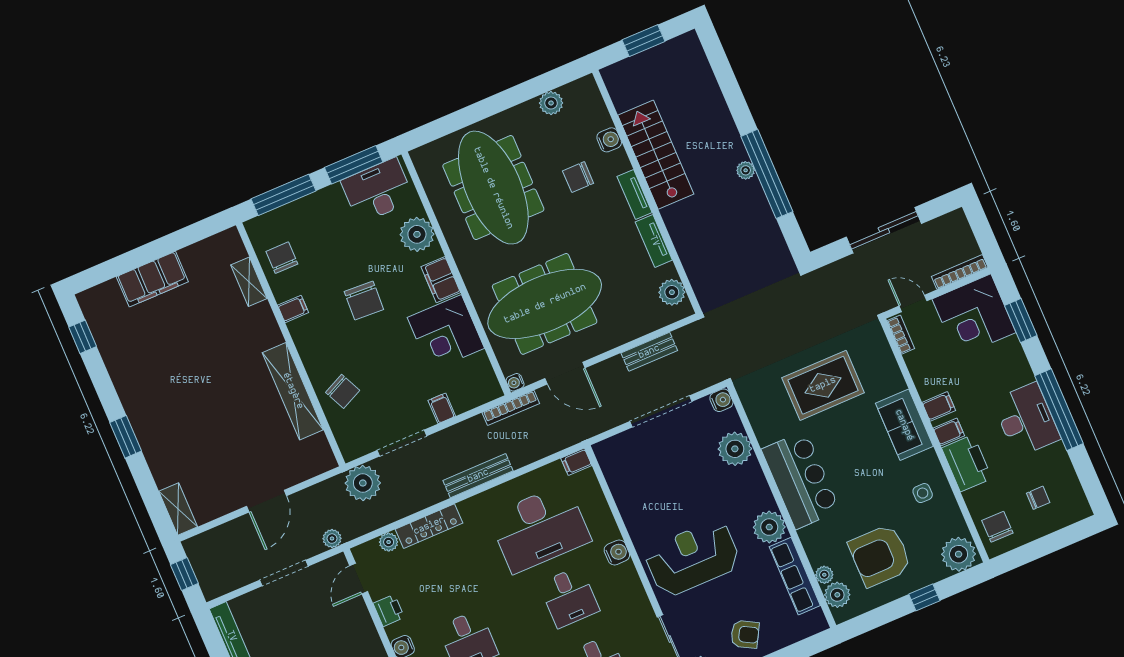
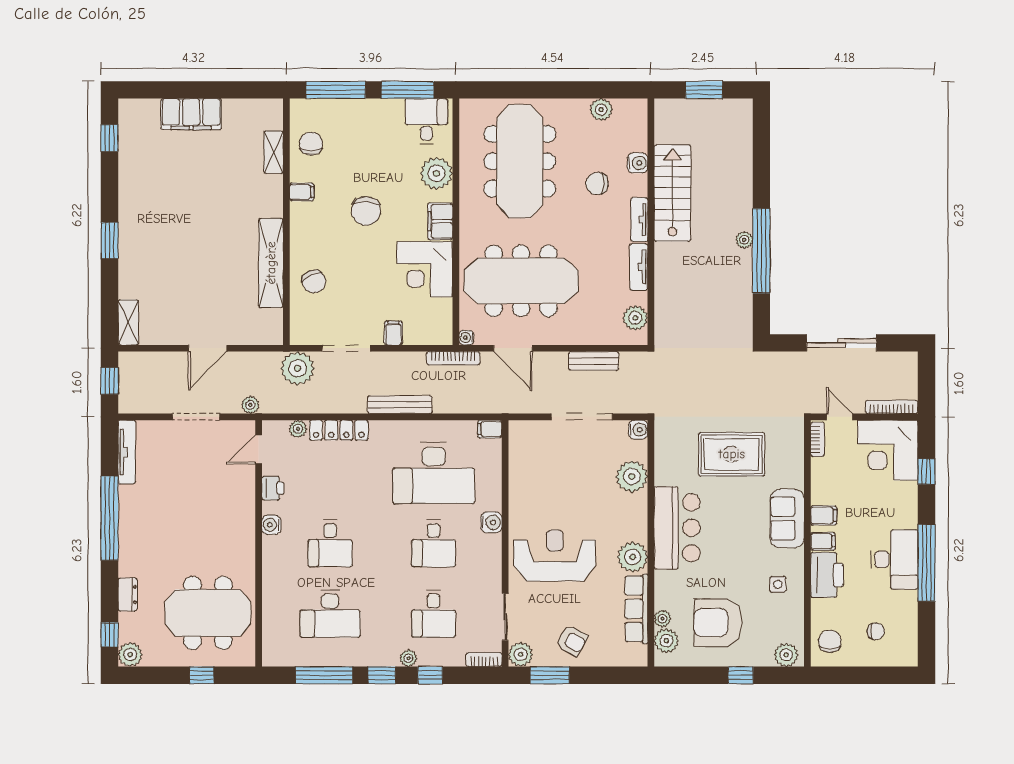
desk: (378, 191) -> (426, 121), width x0.73
window: (1021, 320) -> (926, 472), width x0.67
plant: (959, 554) -> (786, 655), width x0.73, depth x0.73

